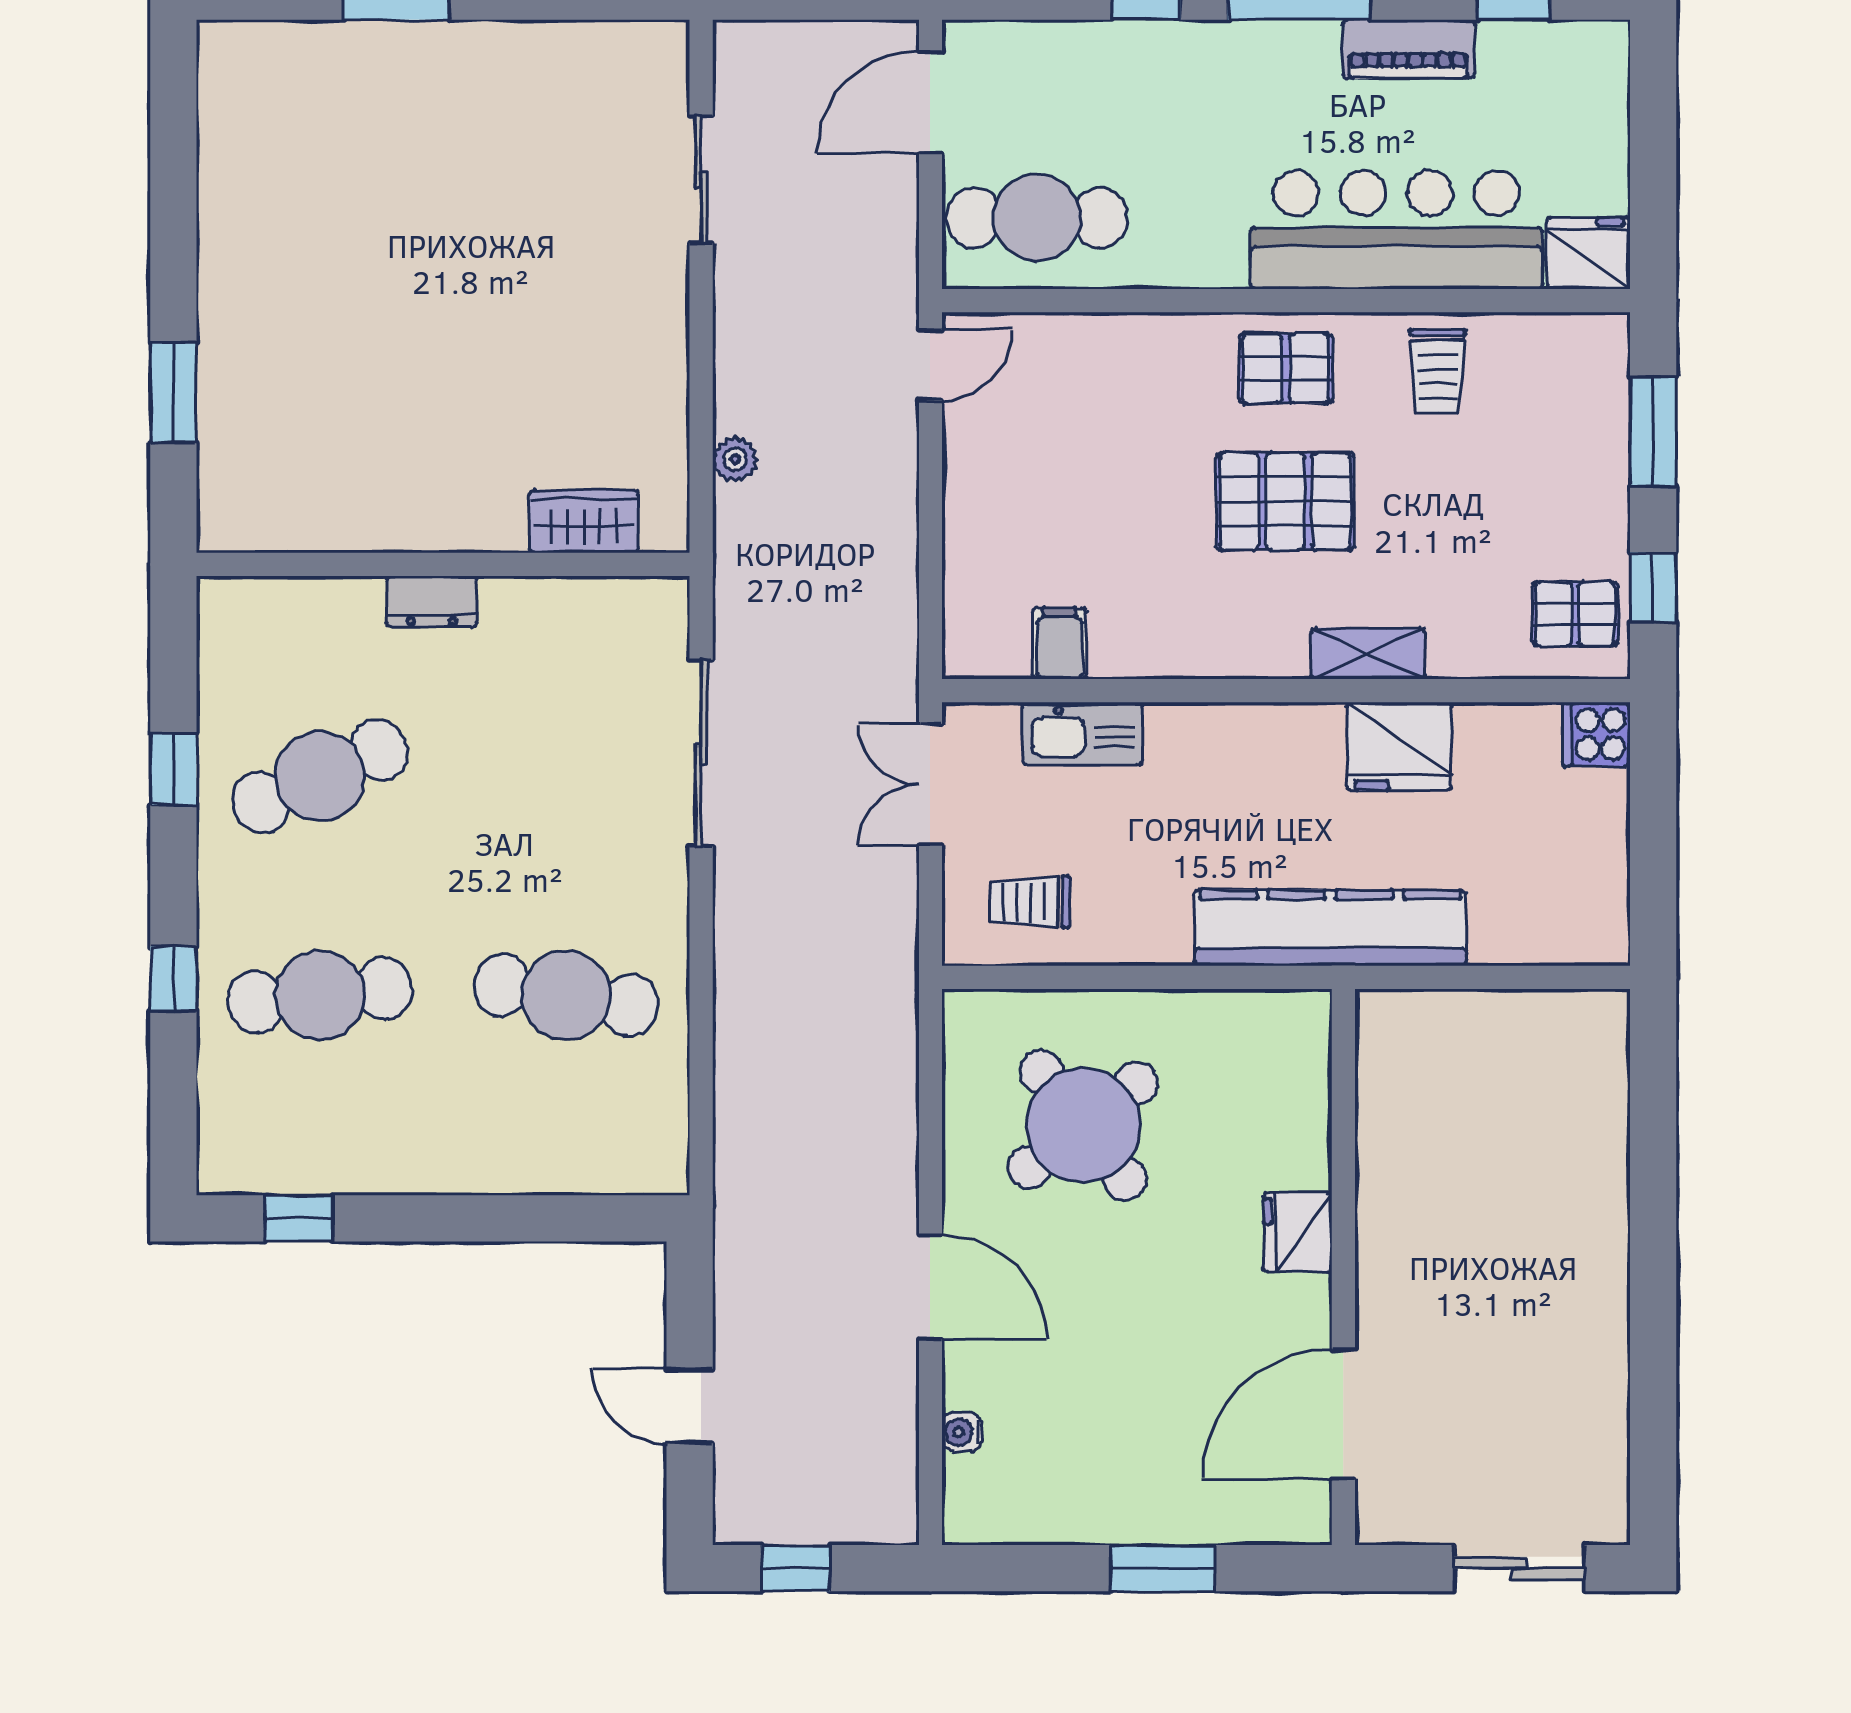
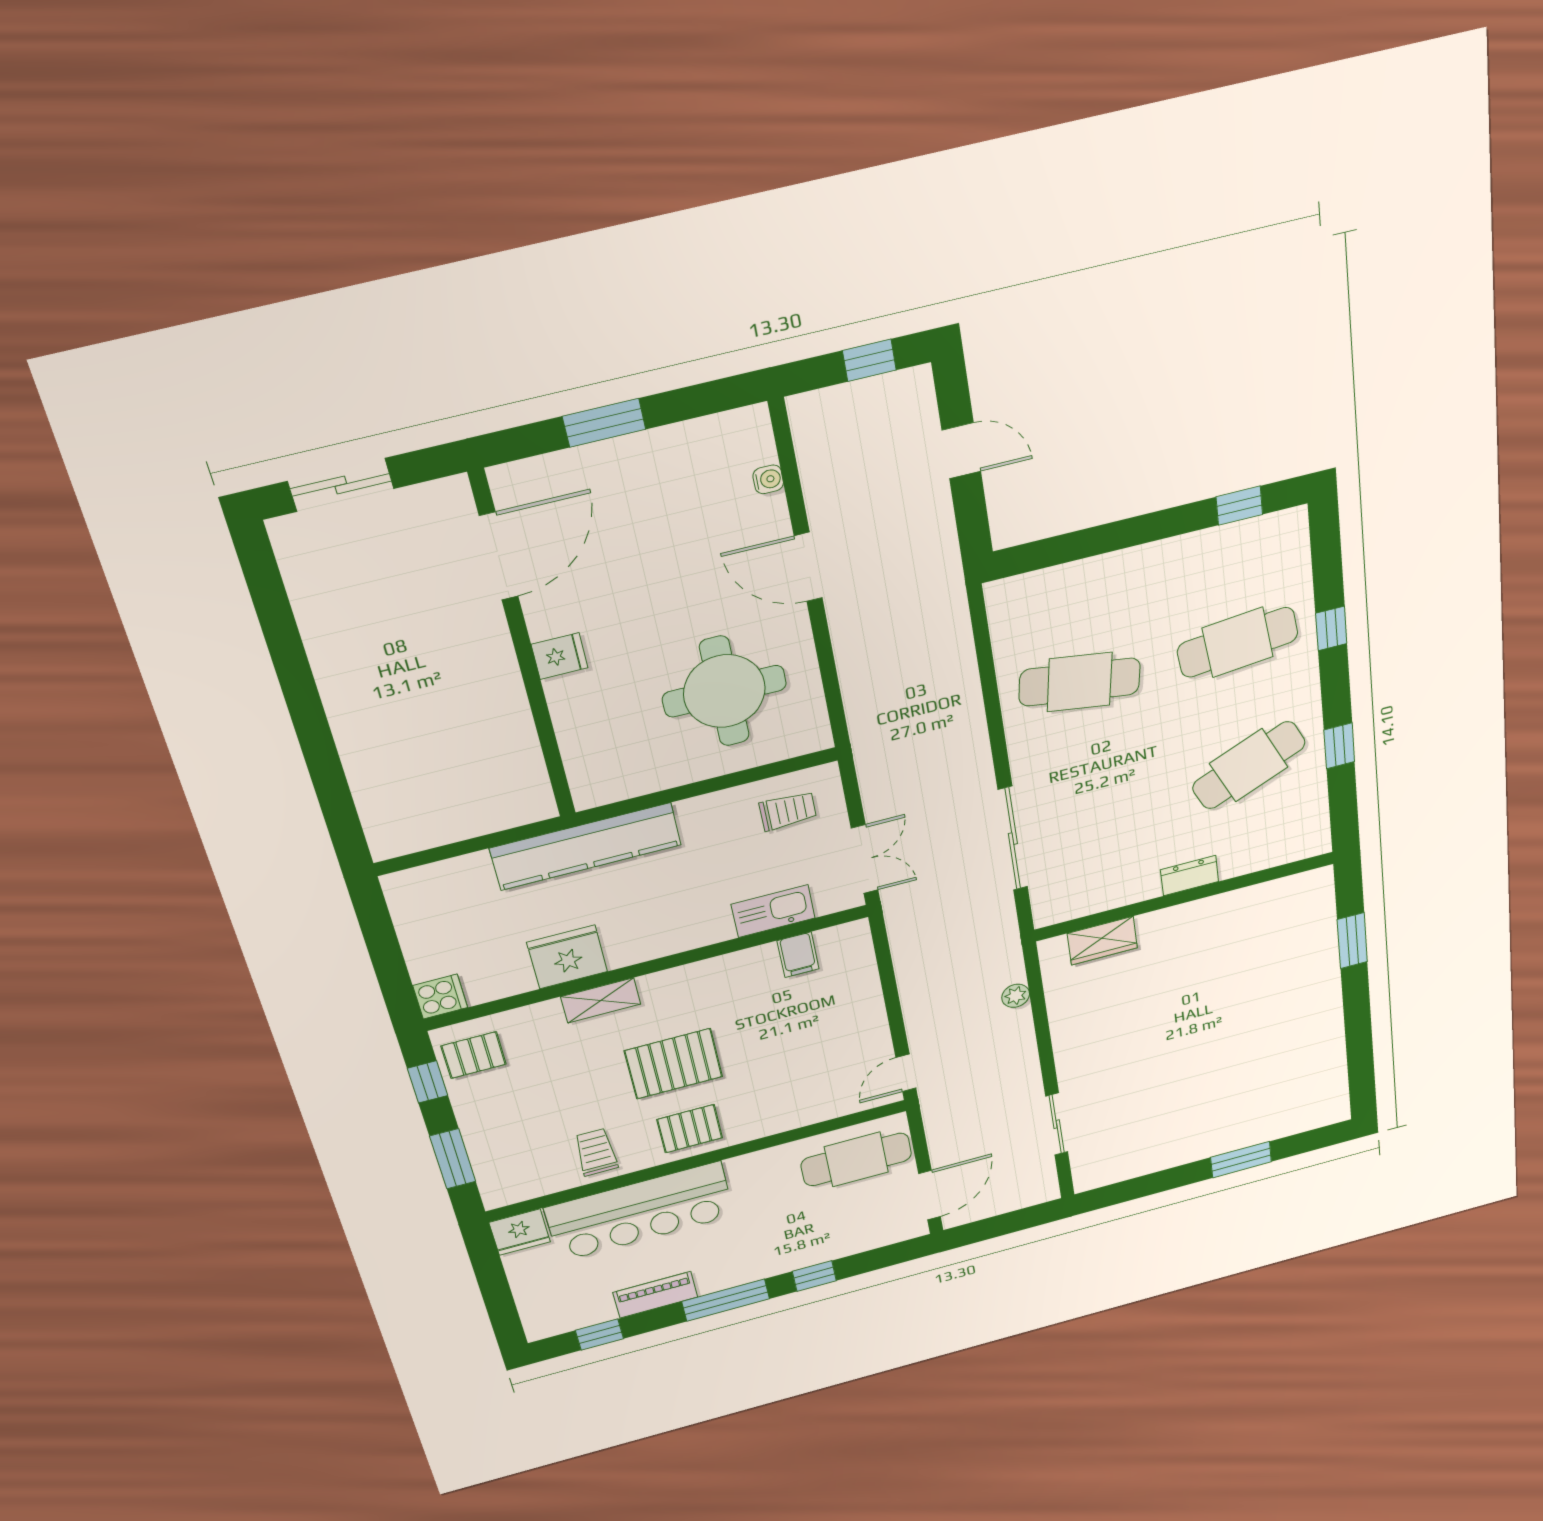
round table: (1083, 1125) -> (724, 691), turned 38
fridge: (1298, 1232) -> (560, 656), width x0.72

